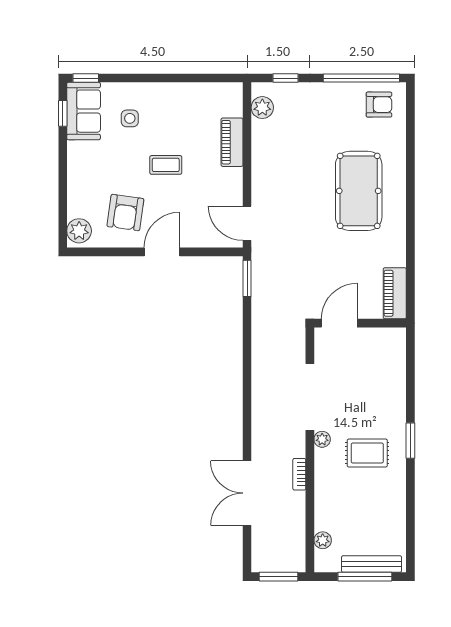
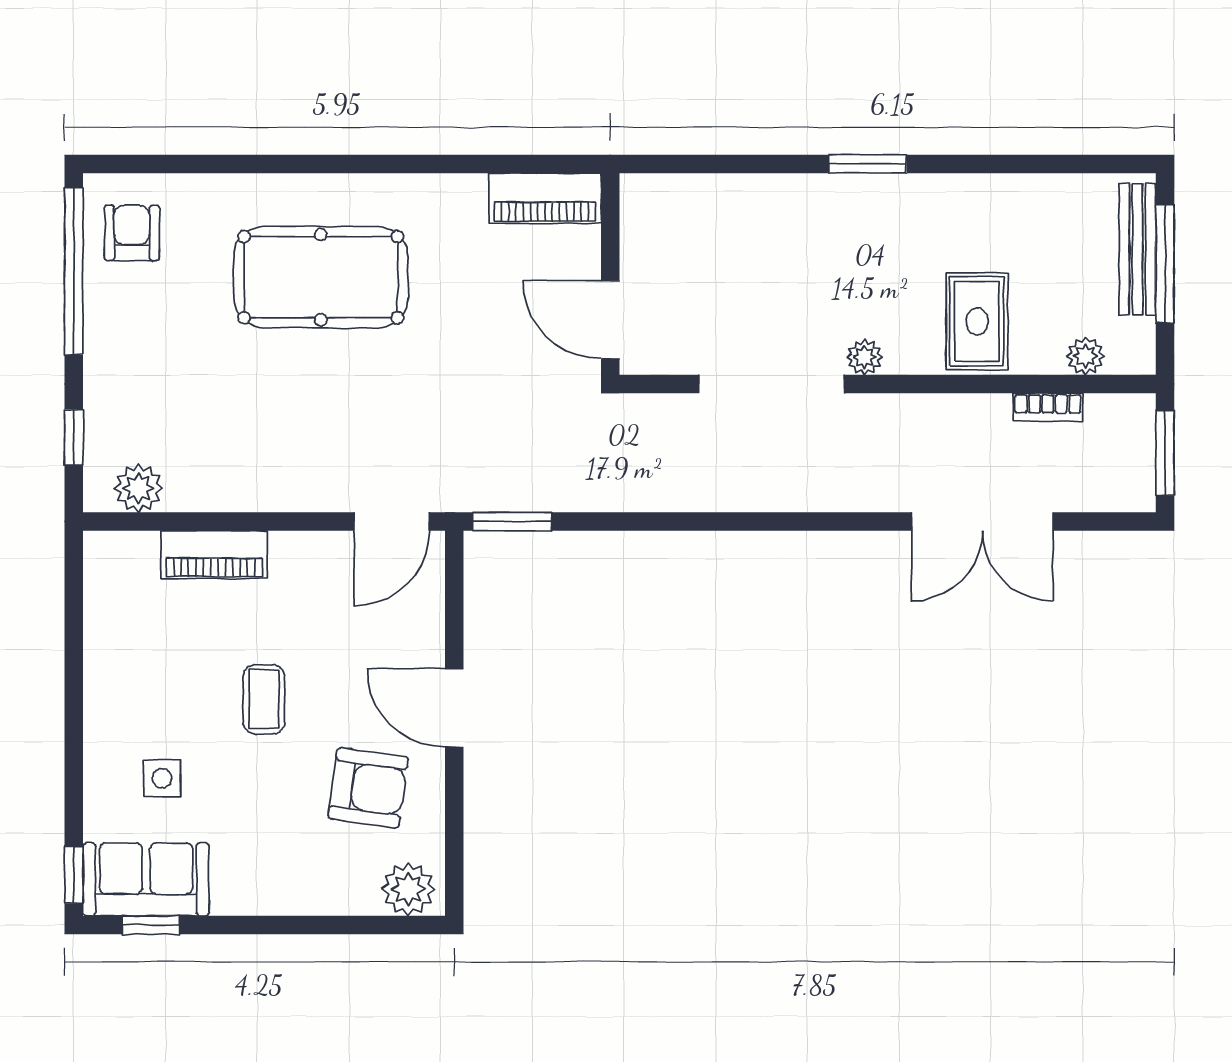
rug: (367, 453) -> (977, 321), moved
bookcase: (299, 474) -> (1048, 407), moved

